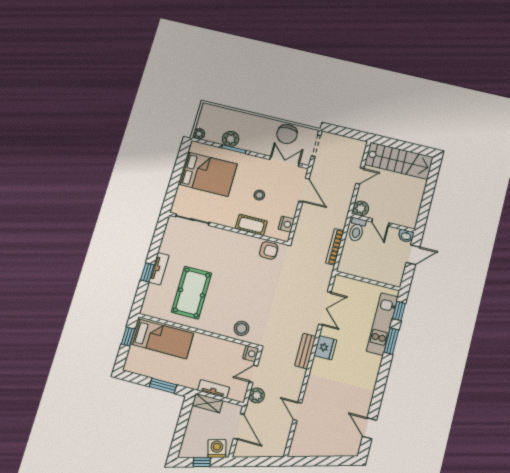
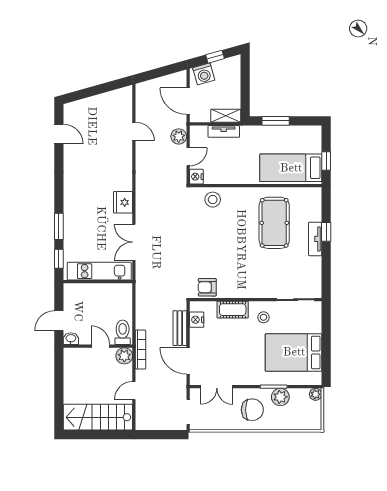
chair: (287, 134) -> (252, 410), moved, turned 90
stool: (259, 195) -> (264, 317), moved
bookcase: (335, 247) -> (140, 350), moved
kitchen unit: (382, 324) -> (99, 271), moved, turned -90
bench: (305, 351) -> (180, 328), moved

